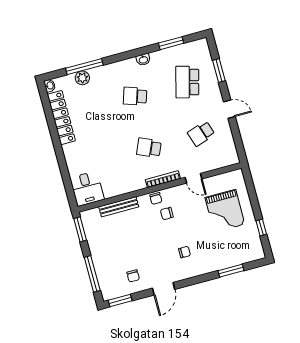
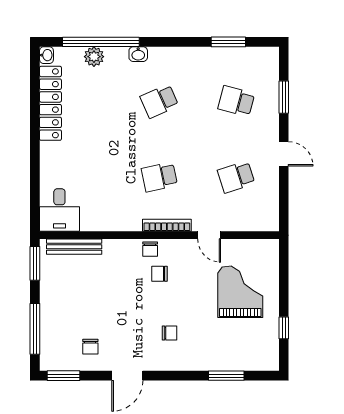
washbasin: (143, 60) -> (138, 54), moved
window: (84, 67) -> (101, 42), width x1.46
school desk: (187, 82) -> (236, 101), width x0.54
school desk: (135, 96) -> (159, 101), turned -42
school desk: (149, 148) -> (159, 177), turned -36
bench: (119, 207) -> (74, 247), moved
grand piano: (225, 211) -> (240, 292), turned 180

